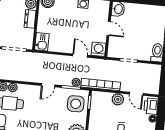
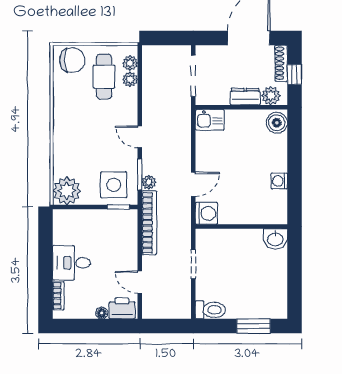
door: (109, 29) -> (242, 227), removed
door: (136, 94) -> (140, 282), hinge flipped
plant: (118, 99) -> (128, 253), removed

